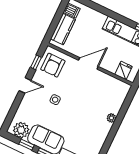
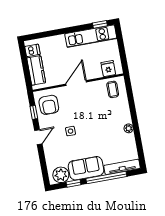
coffee table: (115, 90) -> (113, 89), added
plant: (111, 118) -> (129, 128), moved

